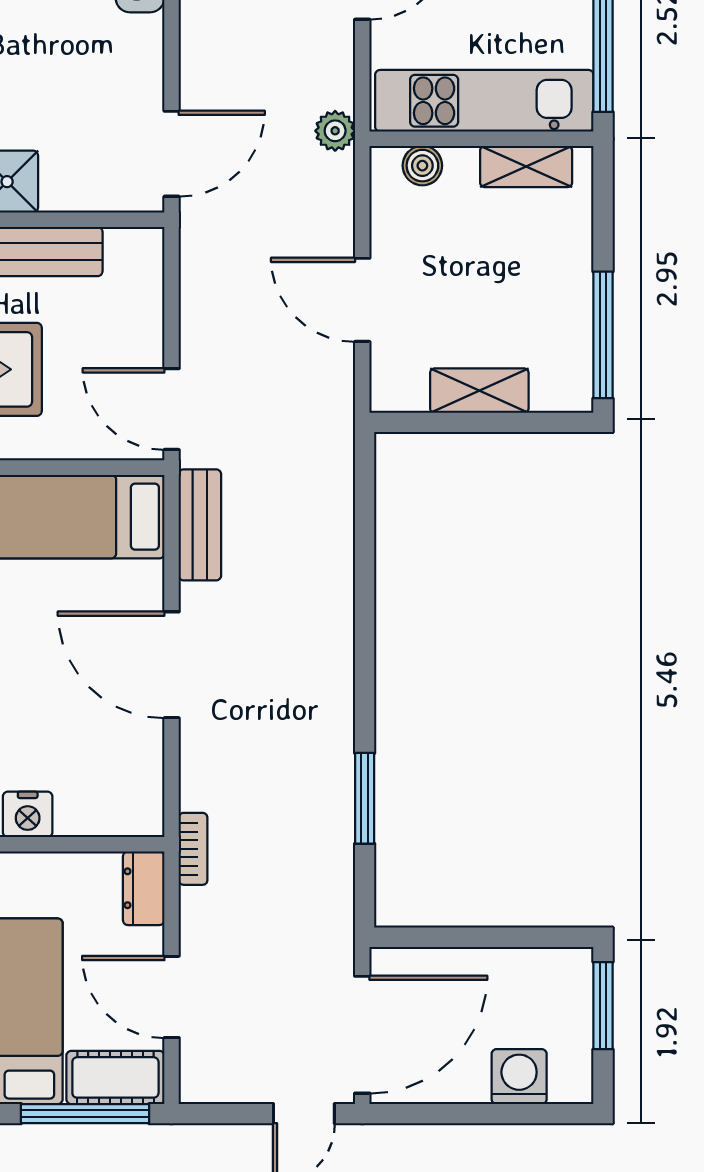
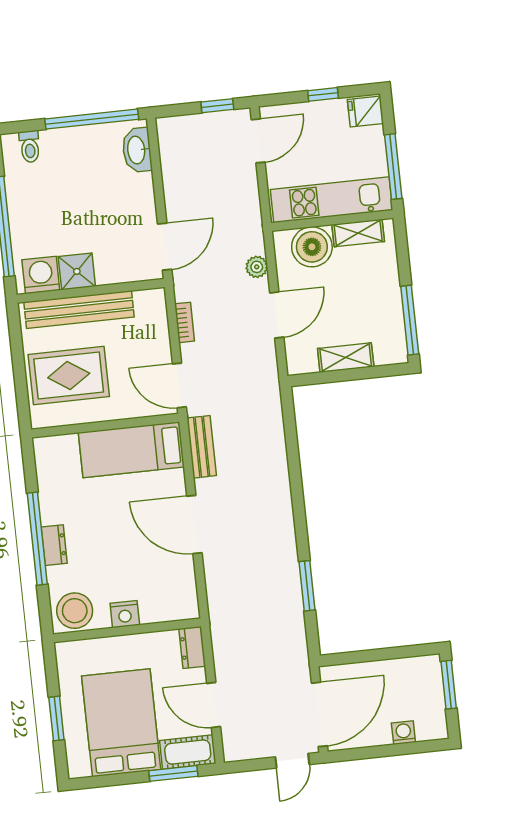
plant: (335, 131) -> (257, 267), moved
boiler: (422, 166) -> (312, 247), width x1.86, depth x1.86
door: (362, 300) -> (277, 315), swing flipped
bookcase: (193, 849) -> (185, 322), moved
washing machine: (519, 1077) -> (403, 733), width x0.73, depth x0.73
window: (85, 1114) -> (173, 773), width x0.69

